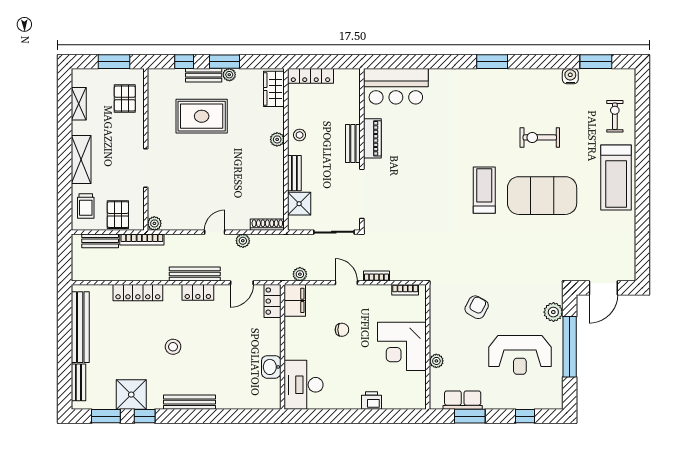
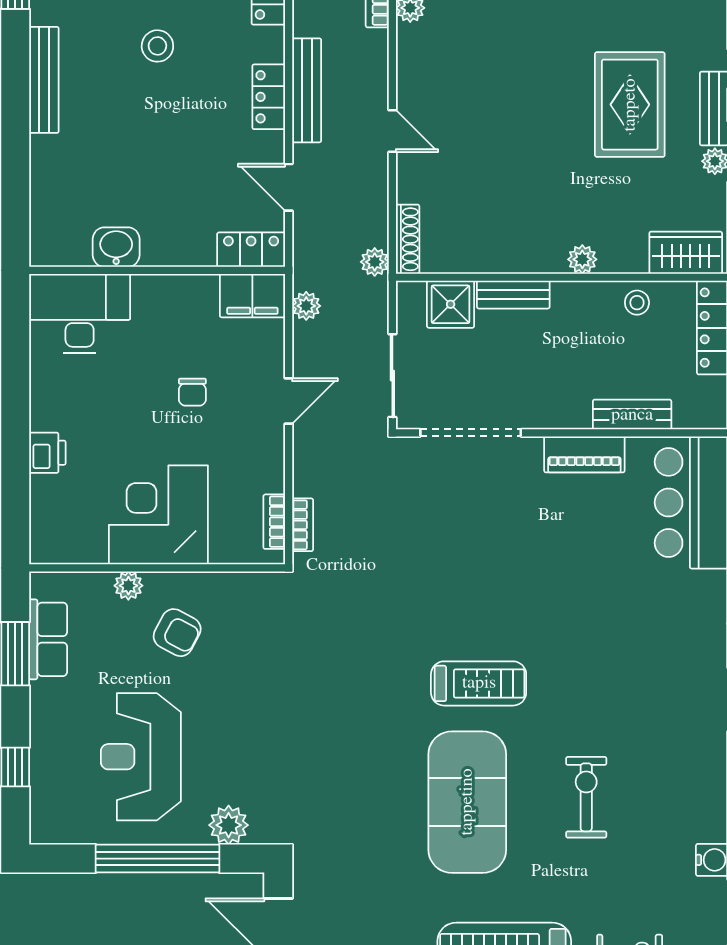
stool: (300, 135) -> (637, 303), moved
bench: (353, 143) -> (632, 415), moved
plant: (243, 241) -> (375, 262), moved
bookcase: (376, 276) -> (303, 525), moved
armchair: (477, 307) -> (177, 633), moved

